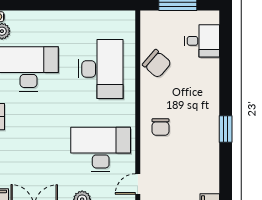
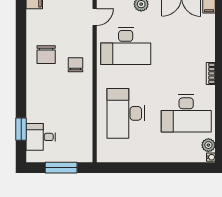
chair: (157, 64) -> (46, 55), moved, turned -131
window: (226, 129) -> (21, 129), moved

